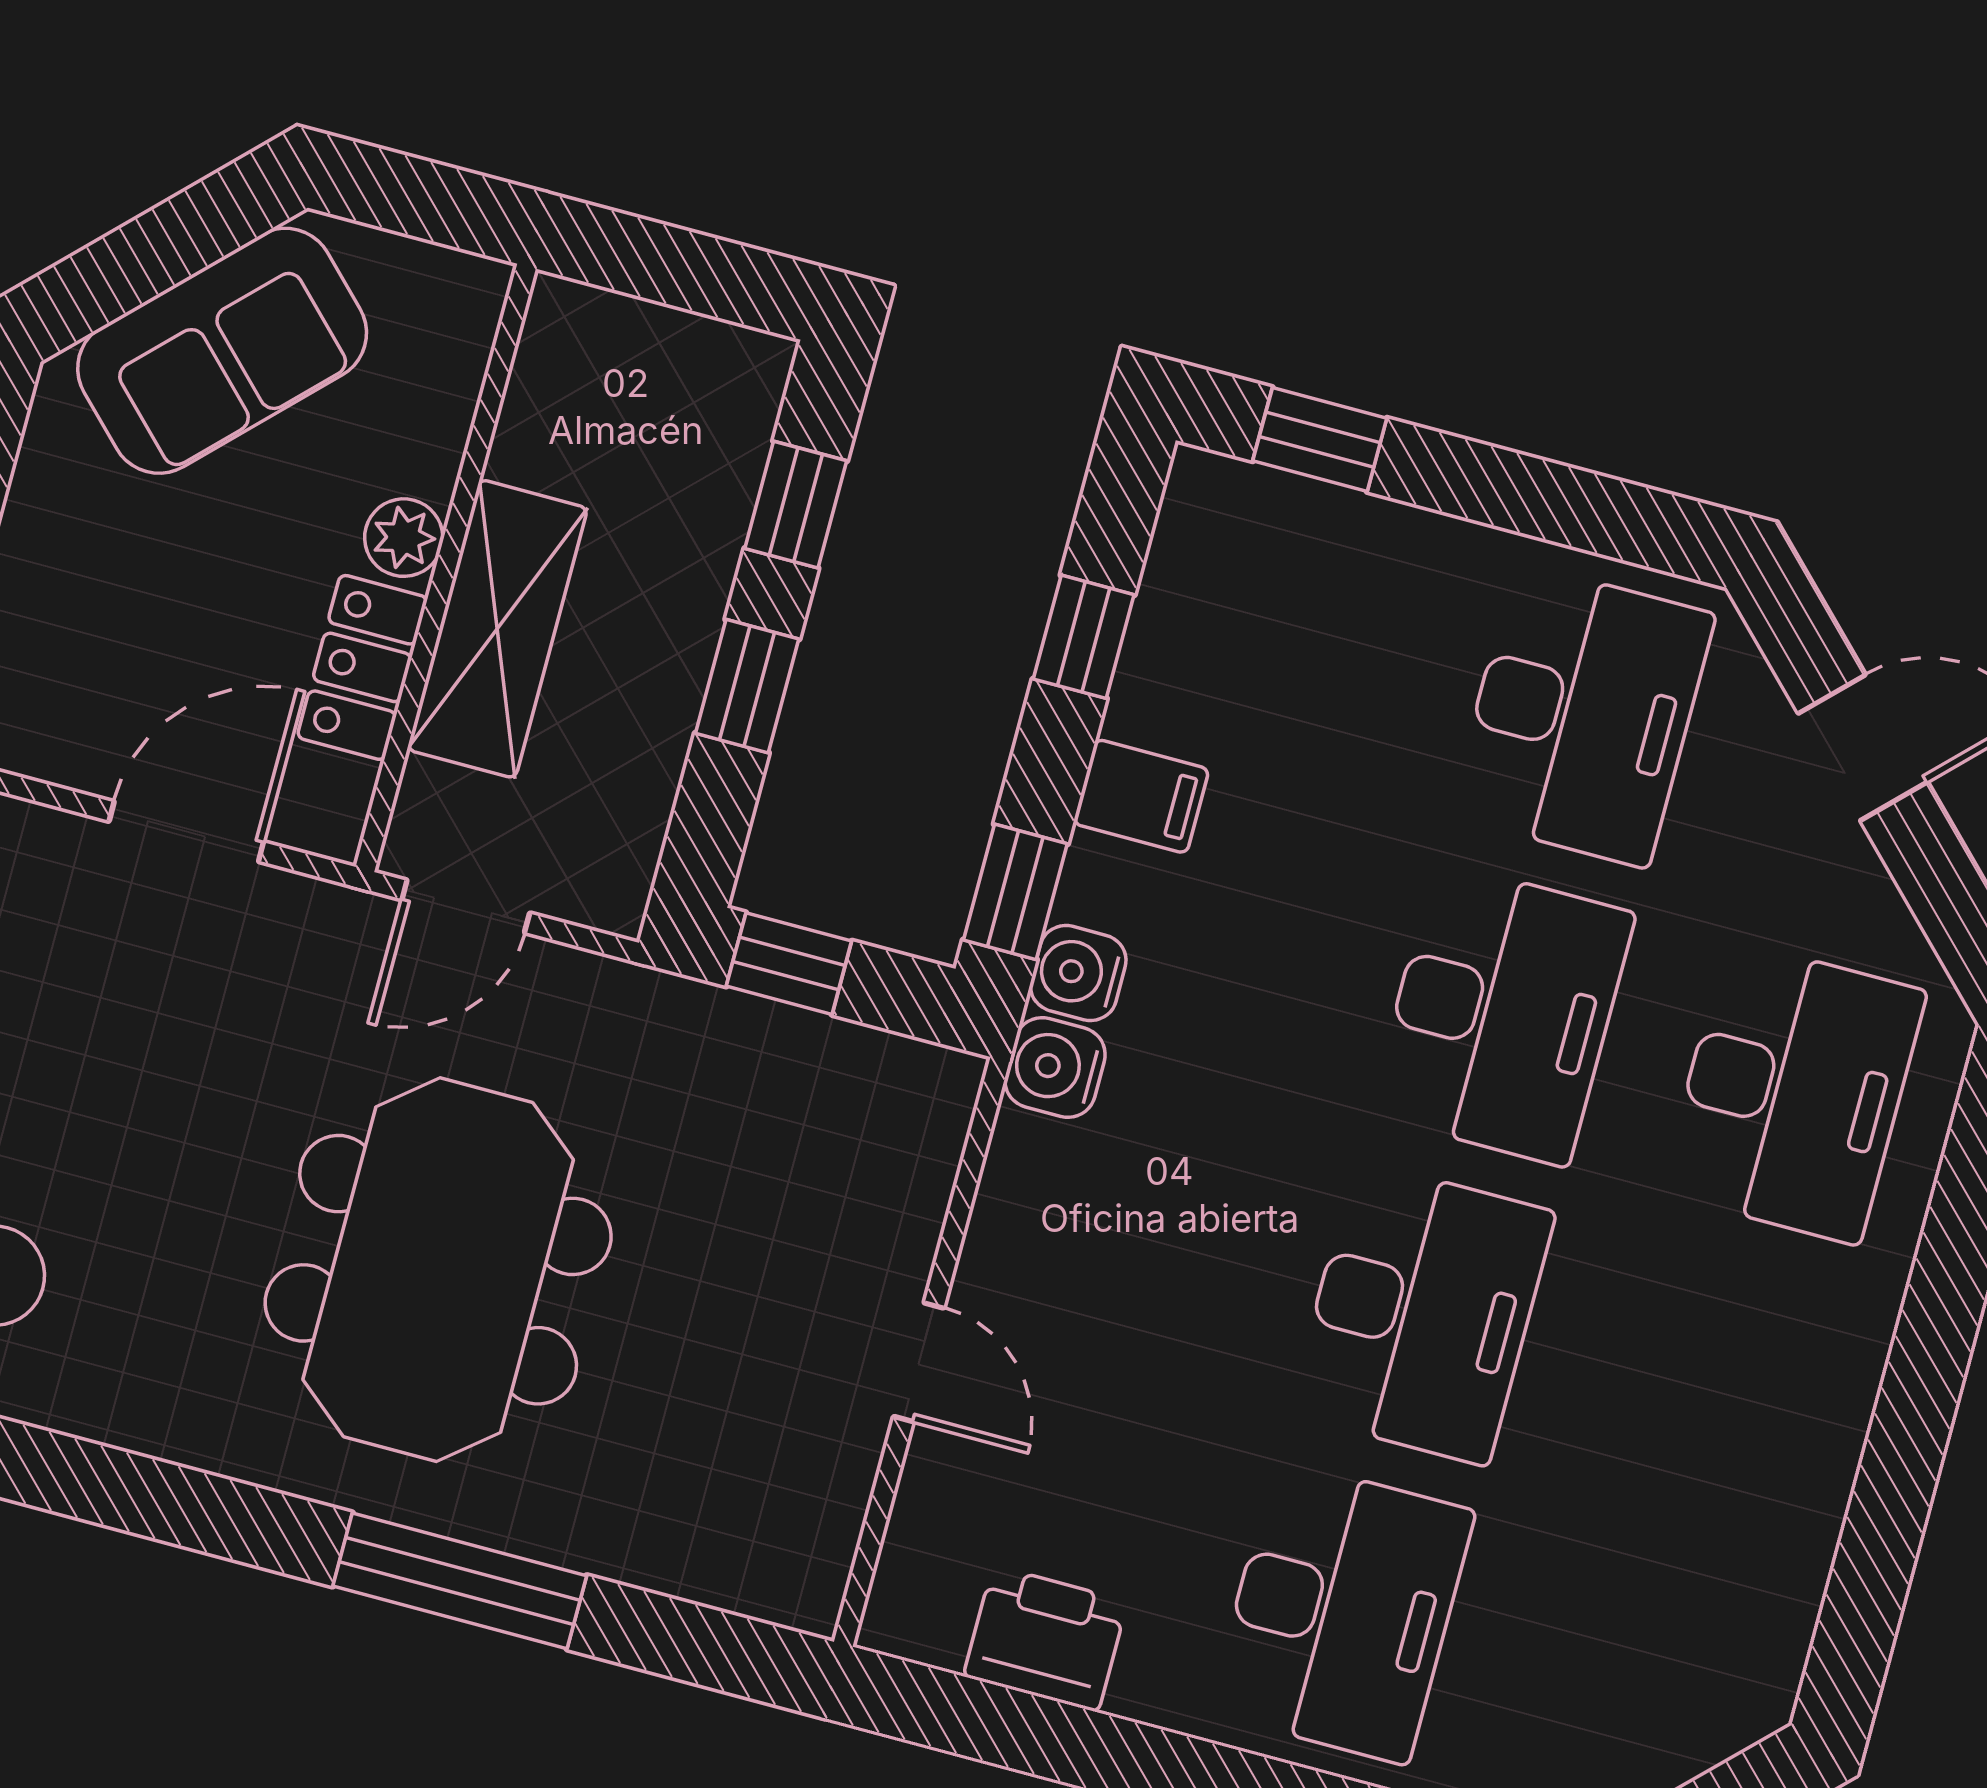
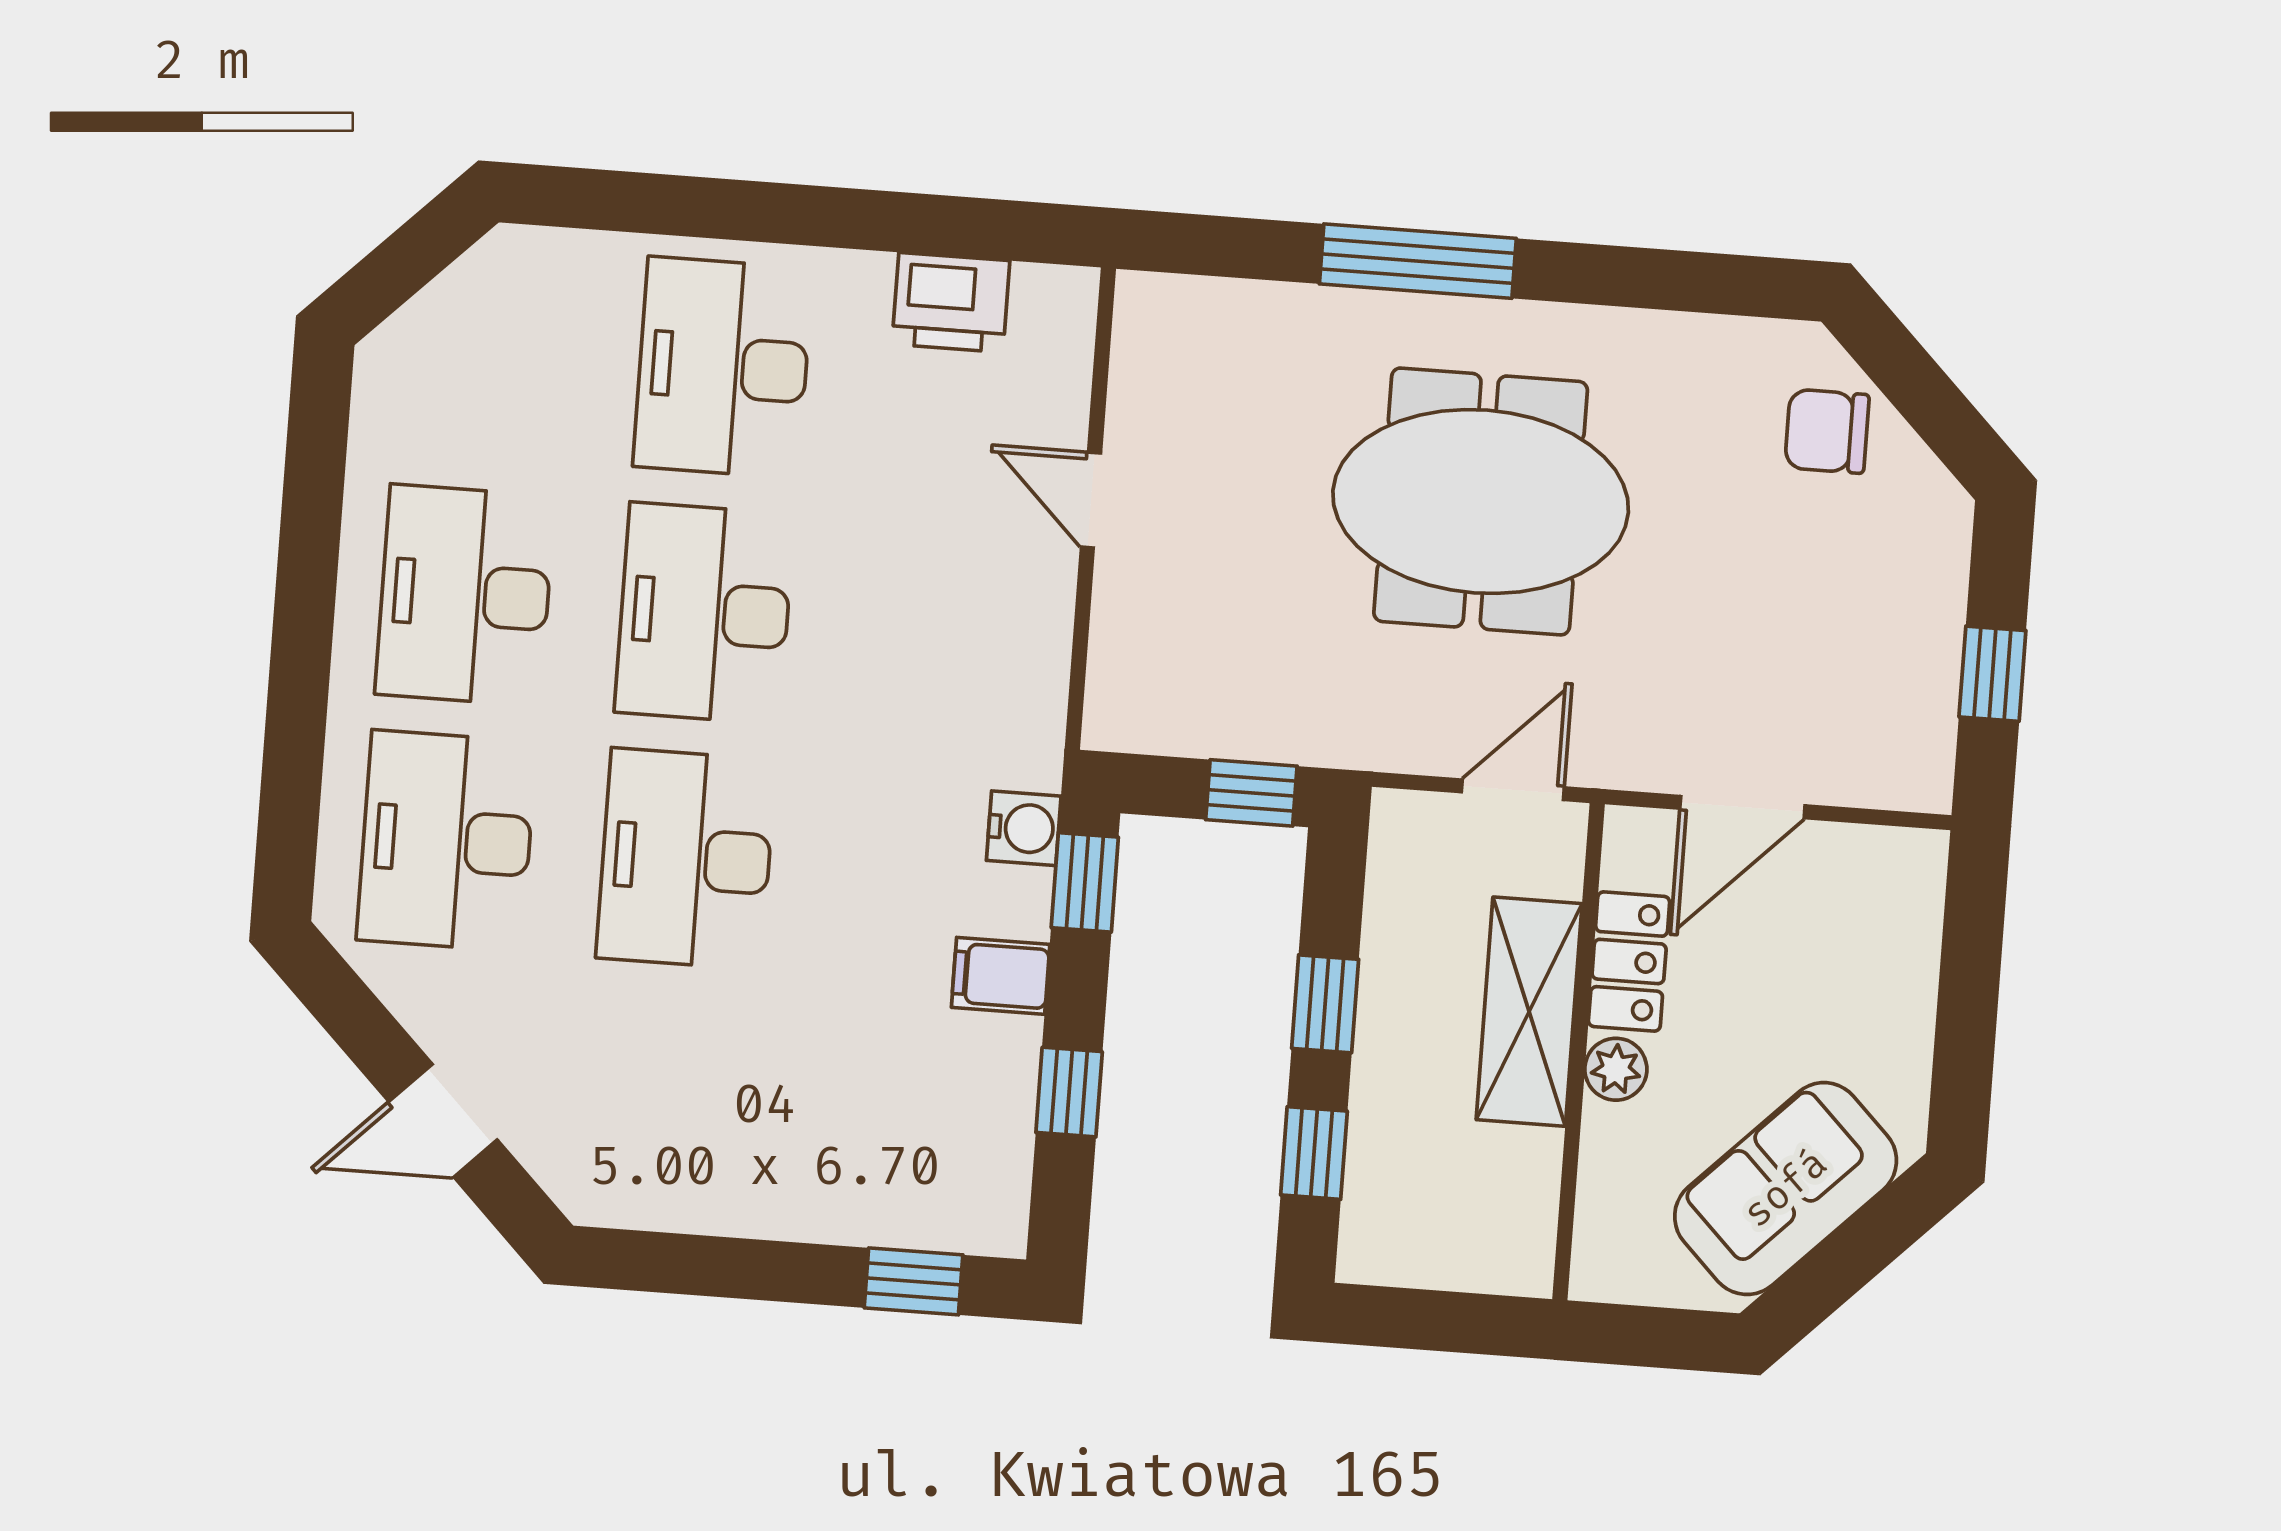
desk: (1582, 715) -> (465, 595), moved
water cooler: (1055, 1067) -> (1028, 751), removed
meeting table: (438, 1270) -> (1481, 501), turned 90

